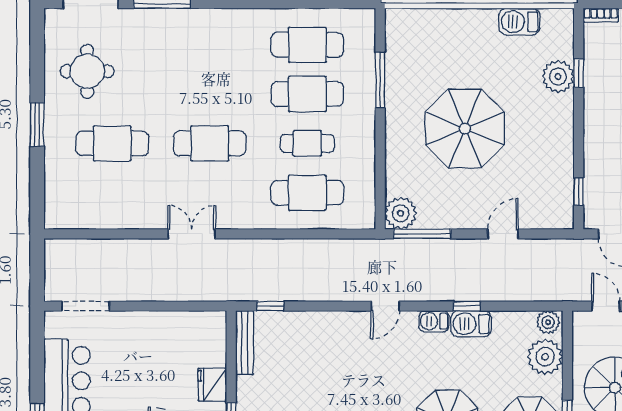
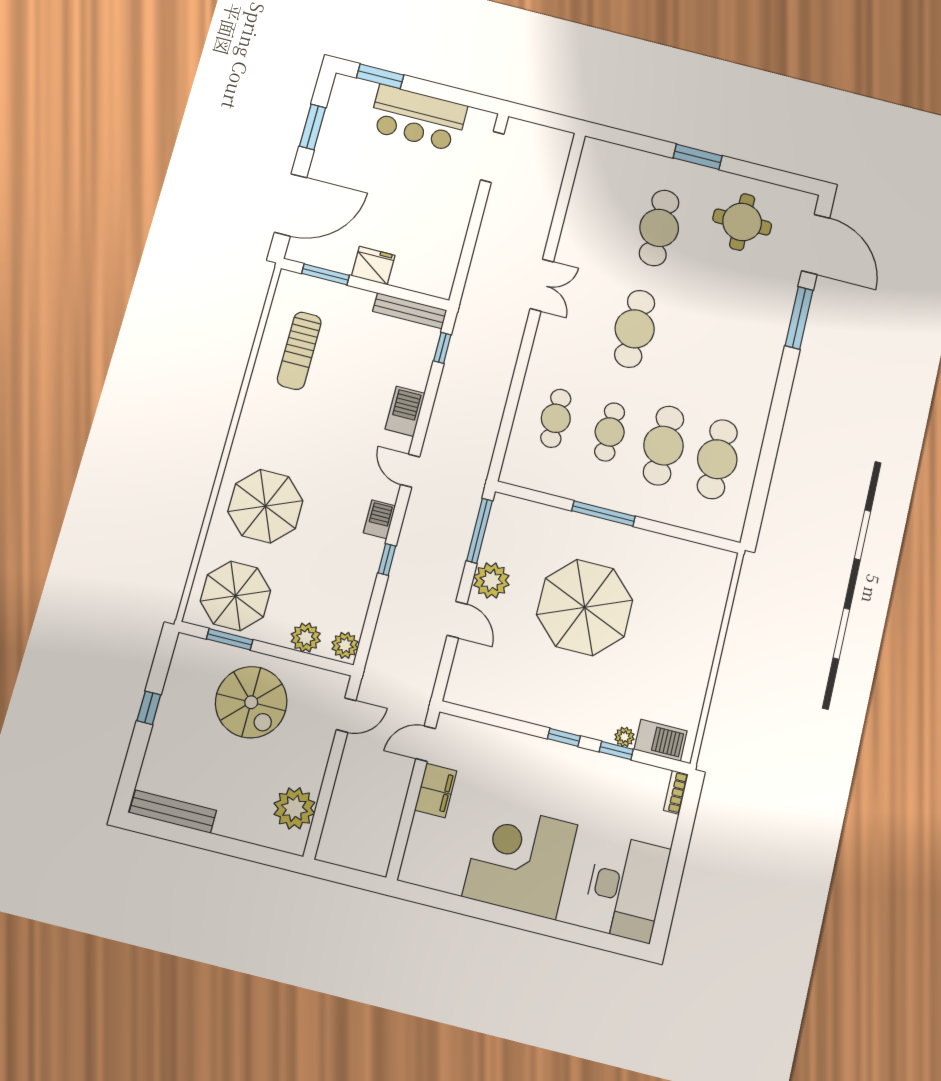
barbecue: (519, 22) -> (661, 740), moved, turned 90
plant: (558, 76) -> (625, 737), width x0.53, depth x0.53
window: (380, 80) -> (603, 514), moved
window: (579, 192) -> (564, 737), moved
cafe table: (307, 193) -> (556, 418), width x0.73, depth x0.74
plant: (401, 213) -> (491, 580), moved
barbecue: (471, 324) -> (405, 411), moved
plant: (545, 357) -> (306, 638), width x0.73, depth x0.73

